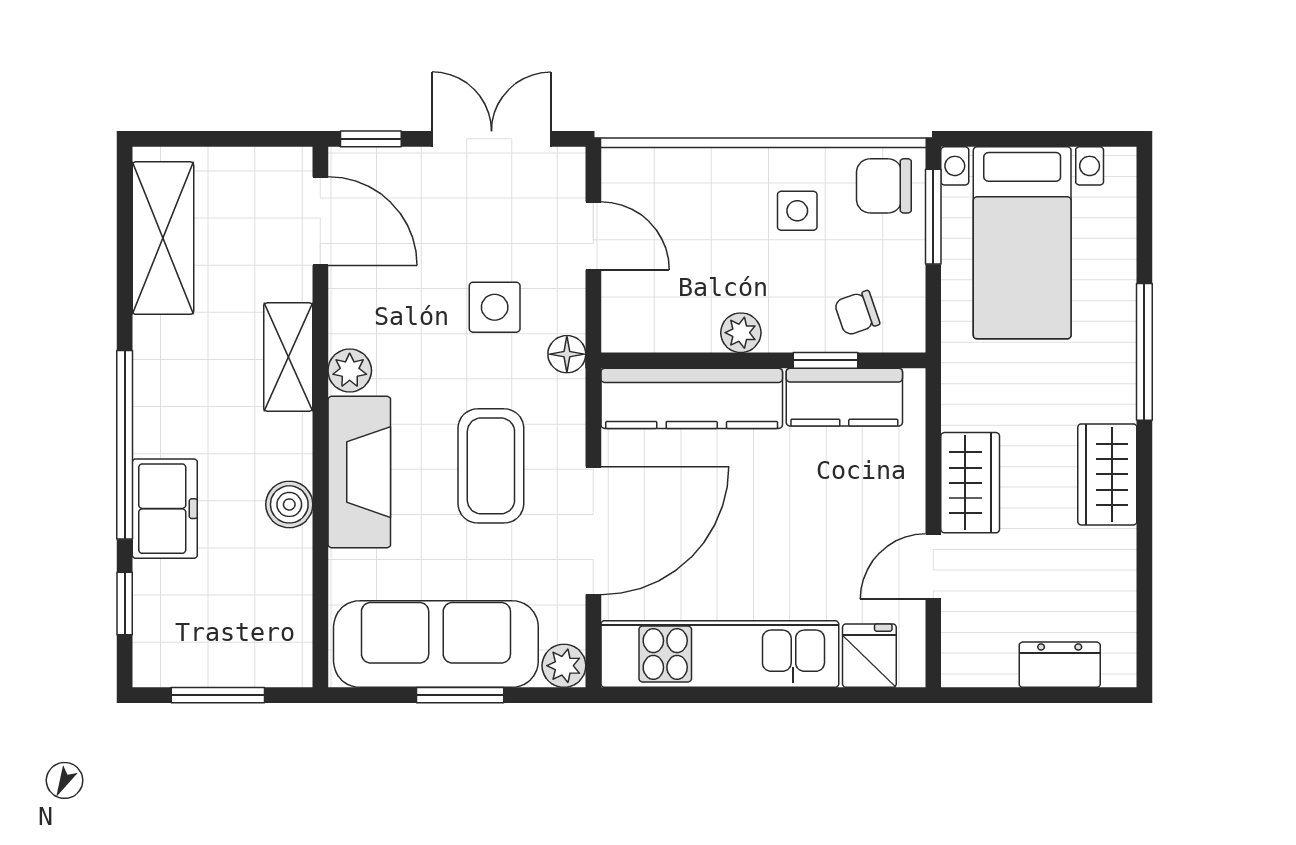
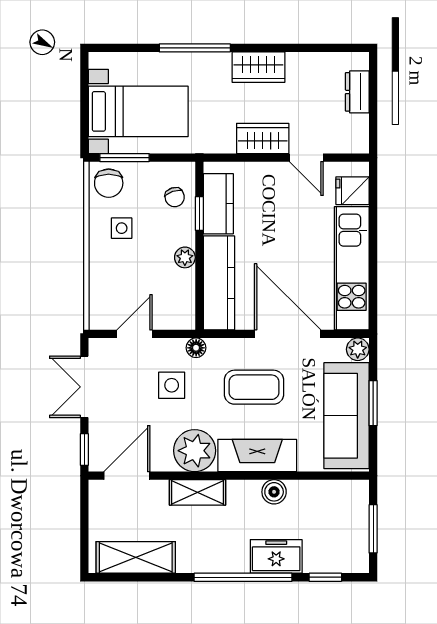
plant: (350, 371) -> (195, 451), width x1.87, depth x1.87

